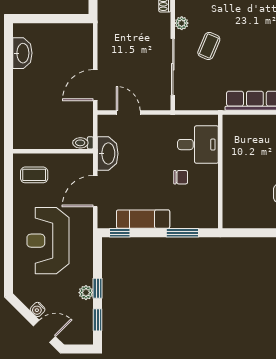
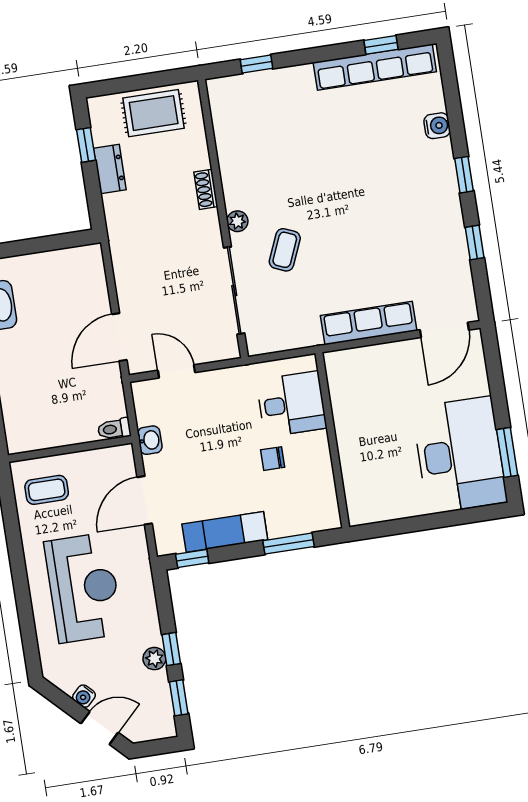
washbasin: (108, 154) -> (150, 440), width x0.52, depth x0.69
chair: (181, 177) -> (273, 459), turned 180
reception desk: (48, 241) -> (83, 588), turned 180

